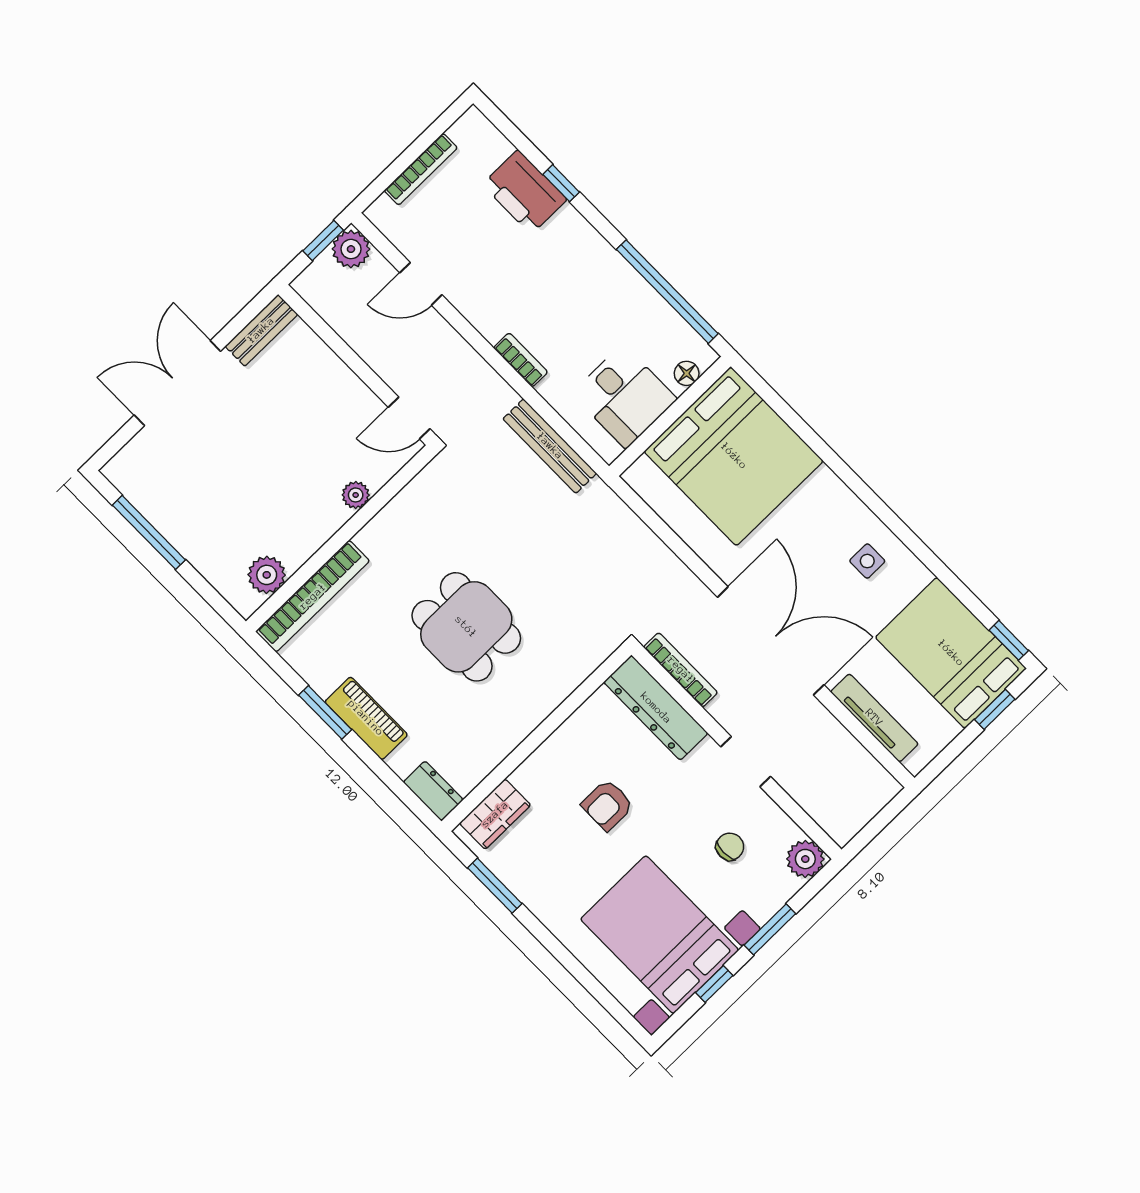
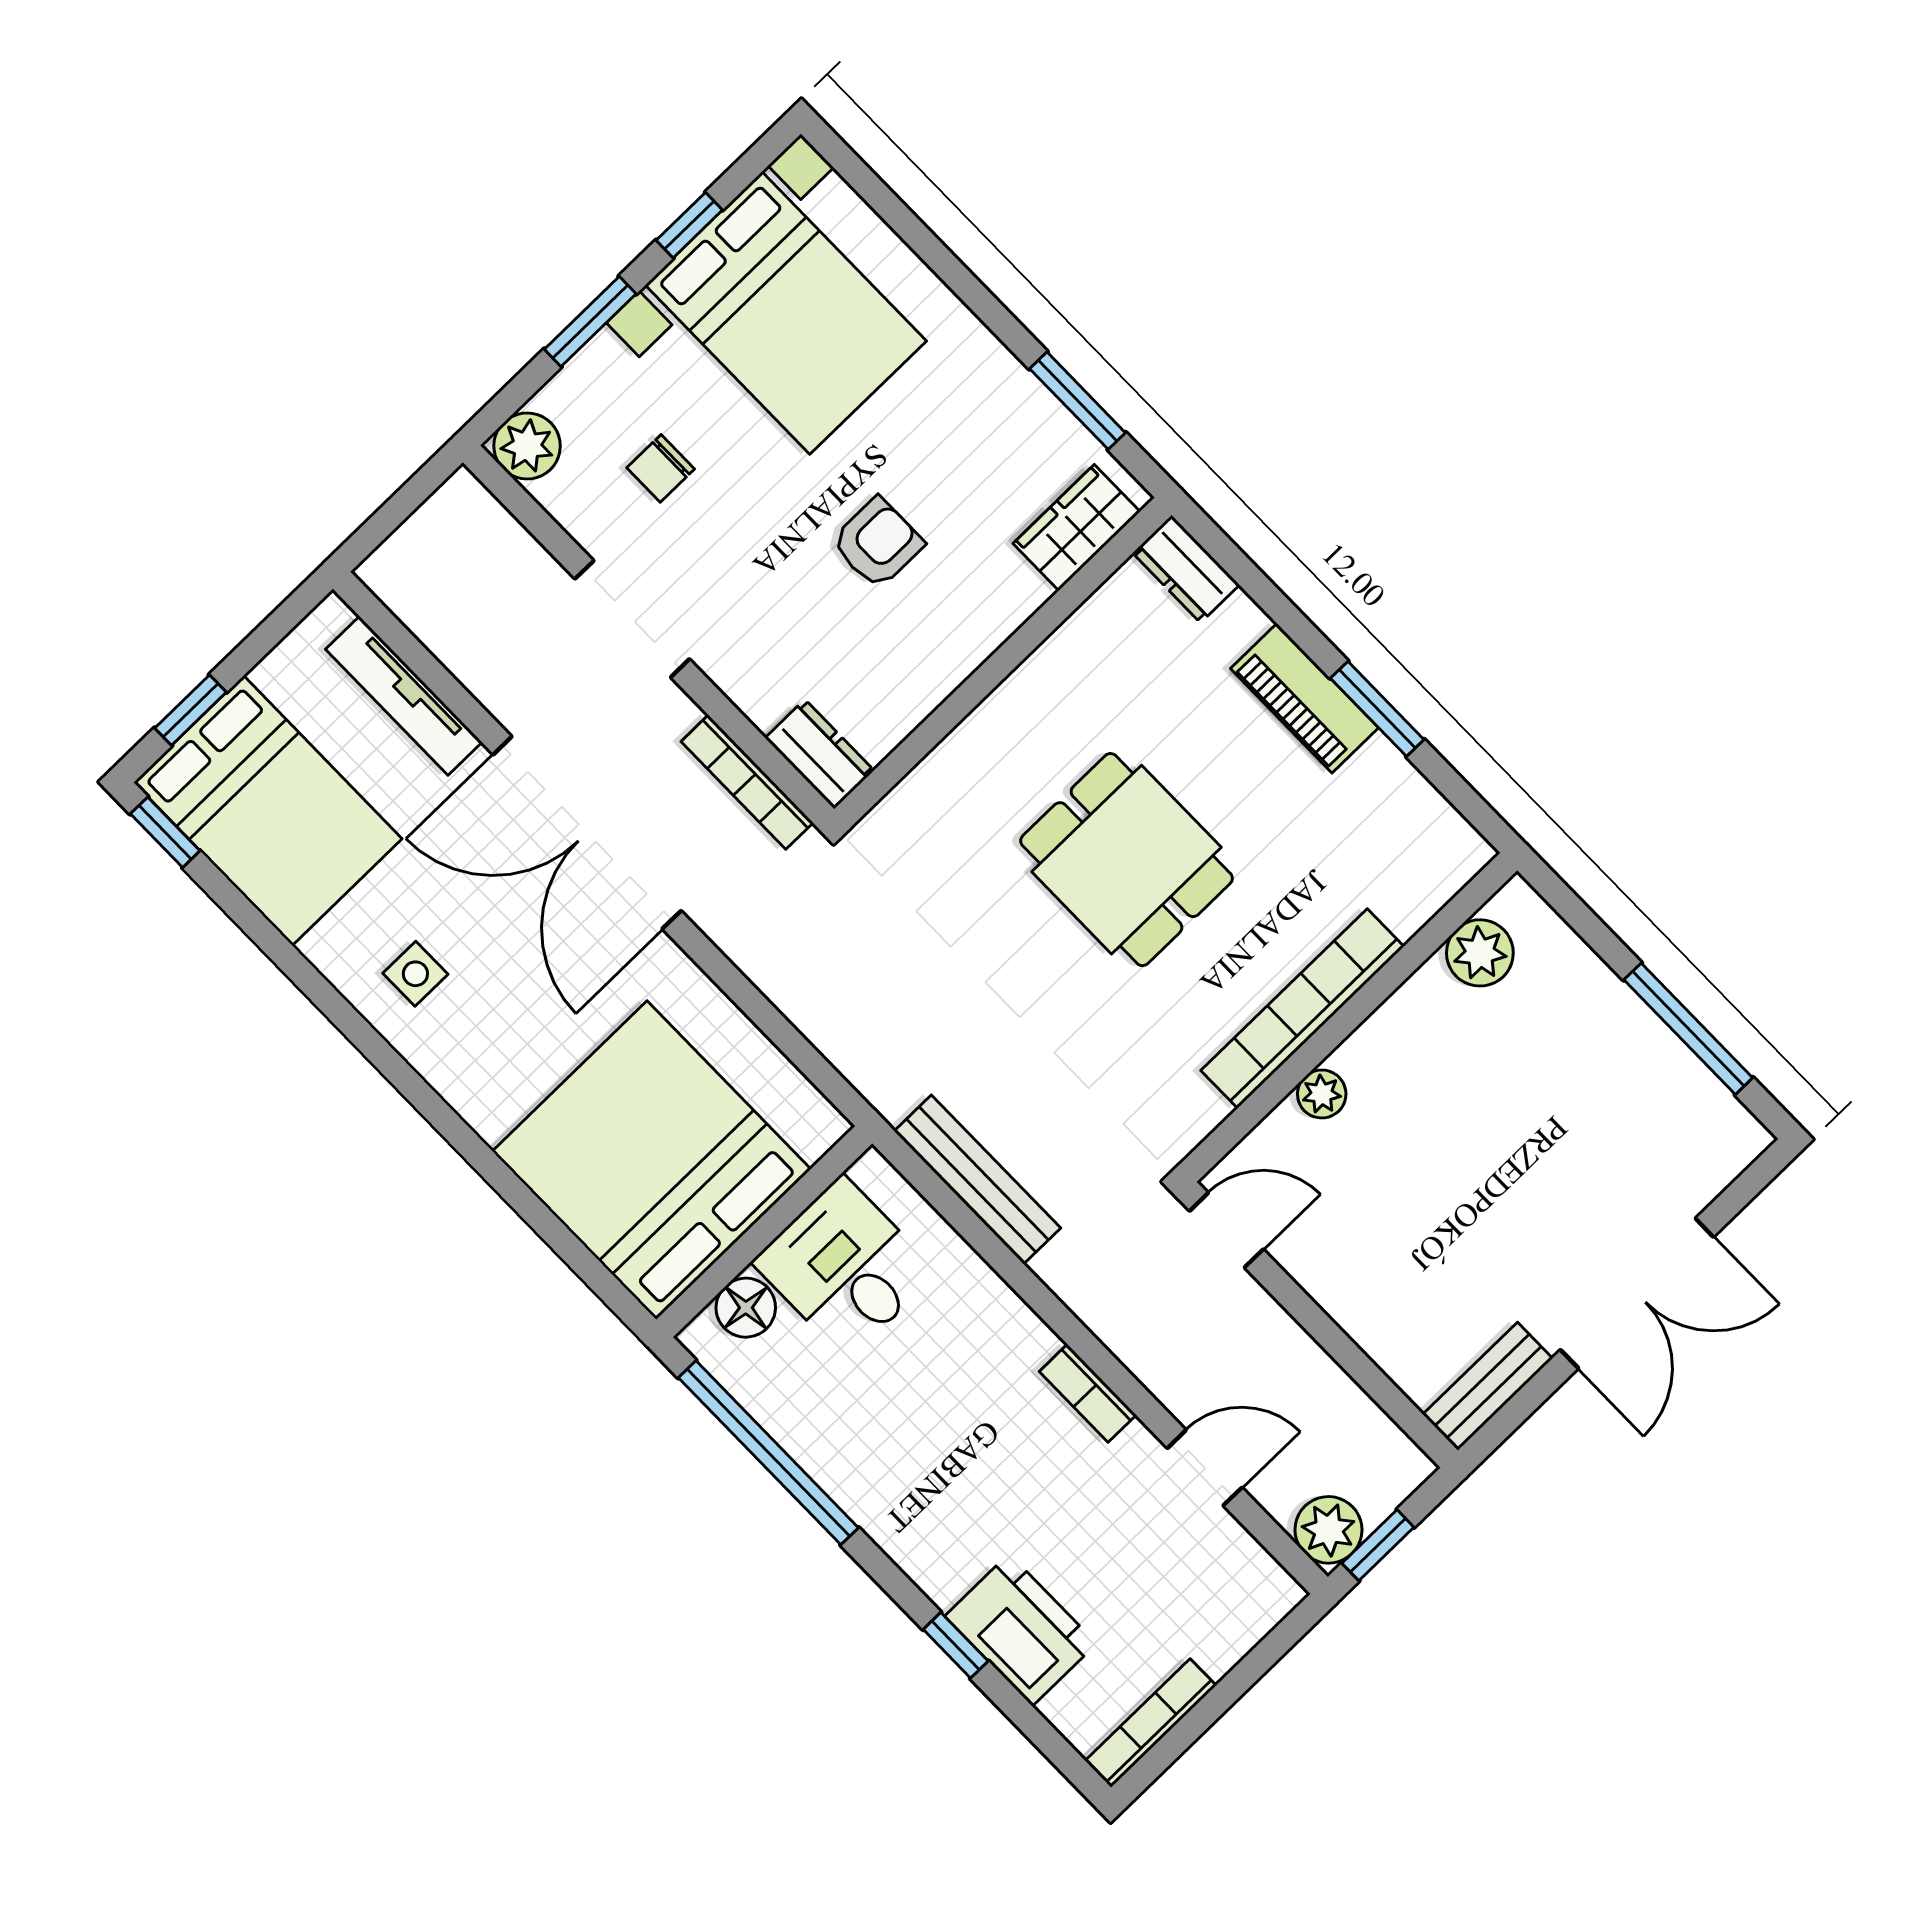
bookcase: (421, 169) -> (1151, 1723), moved
bookcase: (521, 360) -> (1088, 1393), moved
floor lamp: (687, 373) -> (746, 1308), width x1.37, depth x1.37
bookcase: (313, 596) -> (1302, 1009), moved
dresser: (656, 708) -> (820, 754), width x0.51, depth x0.80
doorway: (746, 762) -> (632, 619), width x1.38

